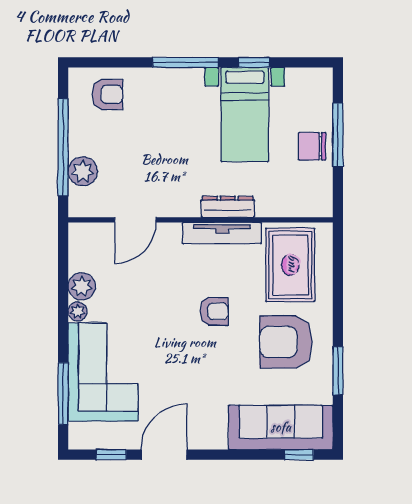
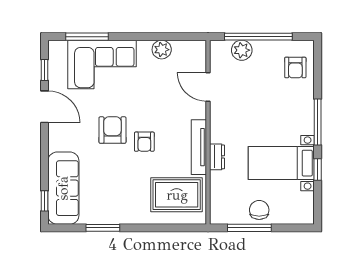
window: (338, 135) -> (249, 228), moved
dresser: (228, 207) -> (217, 157), width x0.70
plant: (78, 311) -> (144, 47), removed
armchair: (286, 342) -> (112, 130), moved, width x0.73, depth x0.73

